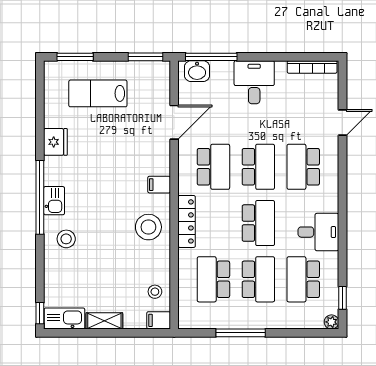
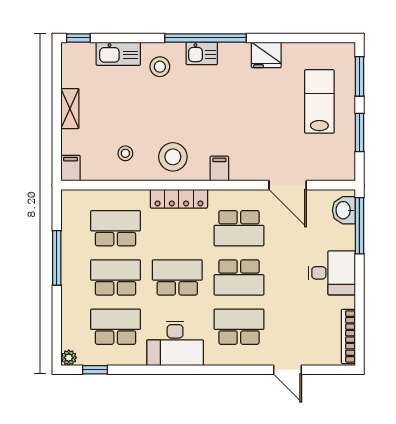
window: (146, 57) -> (359, 132), moved
school desk: (258, 223) -> (177, 277), turned 180
desk: (318, 232) -> (175, 343), width x1.37
school desk: (258, 279) -> (116, 277), turned 180
stool: (155, 292) -> (125, 153), moved
kitchen sink: (64, 319) -> (118, 54), moved, turned 90

